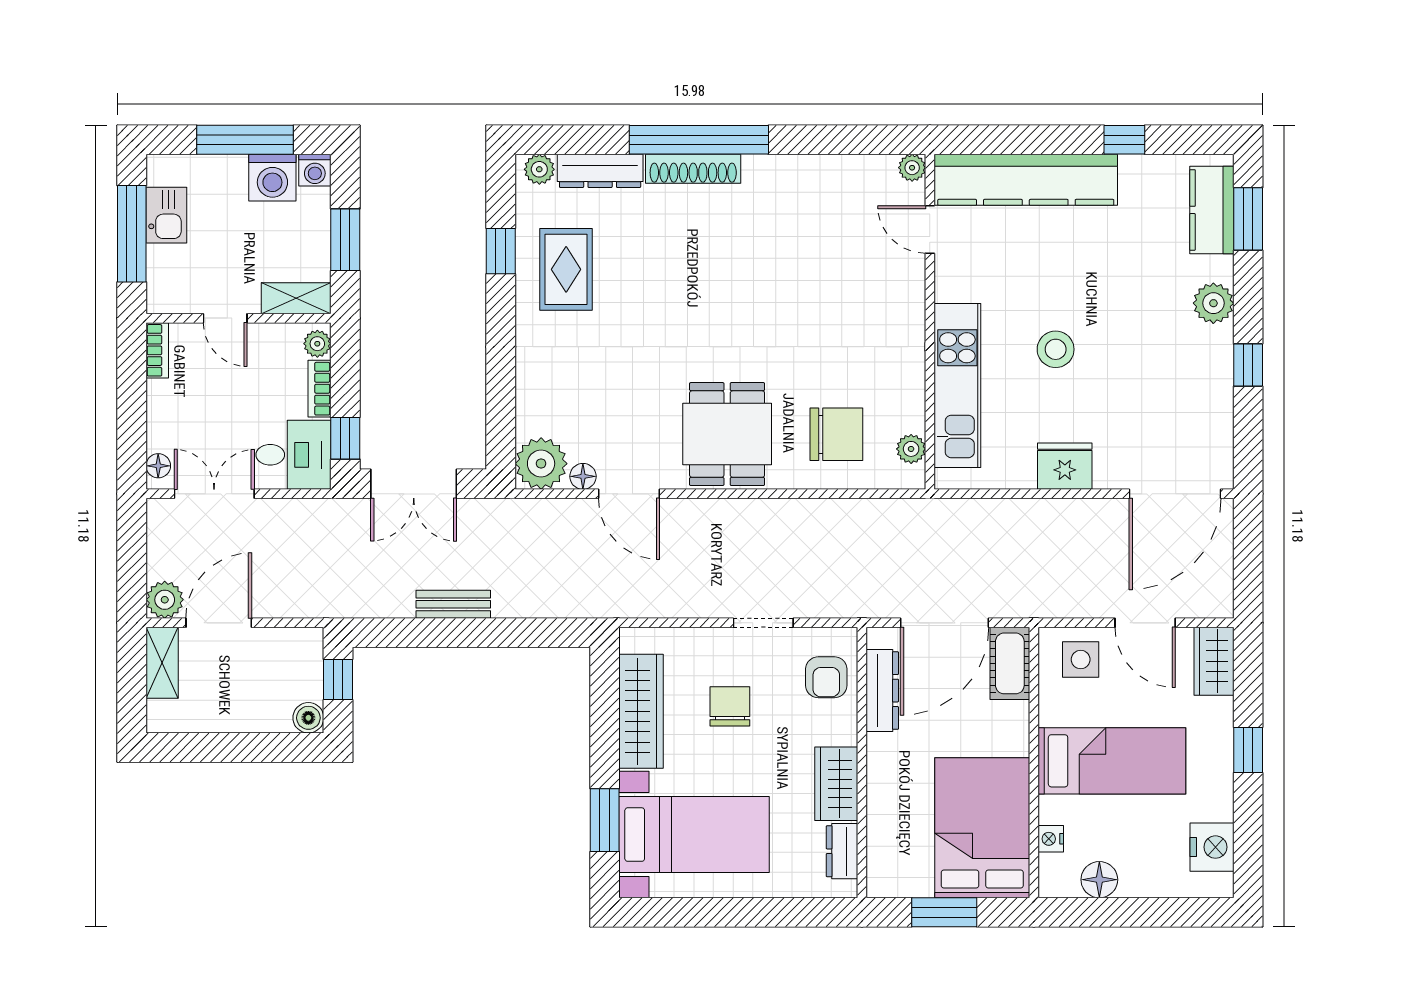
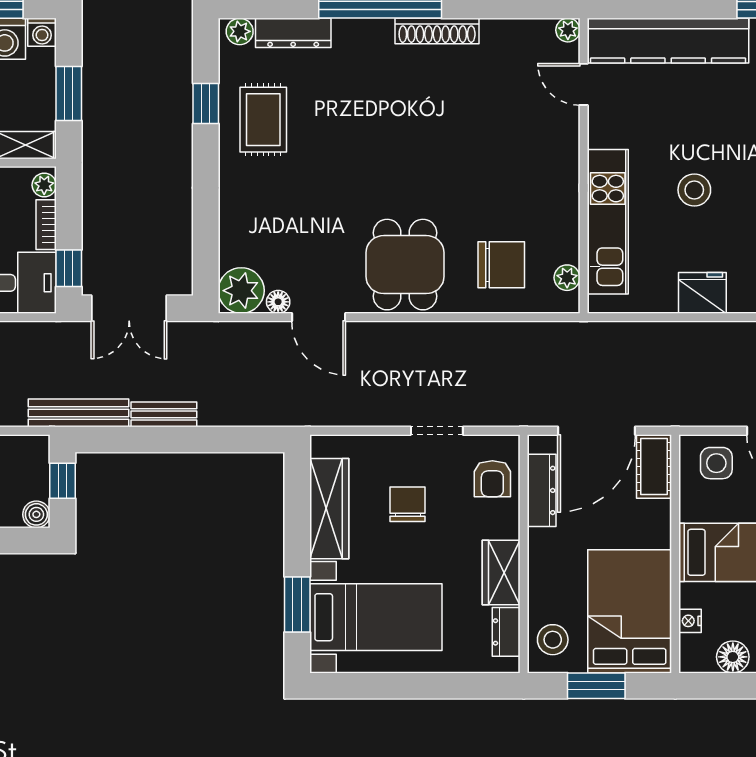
shoe rack: (693, 169) -> (437, 31), moved
bench: (356, 603) -> (79, 413), added
stool: (895, 860) -> (553, 640), added

